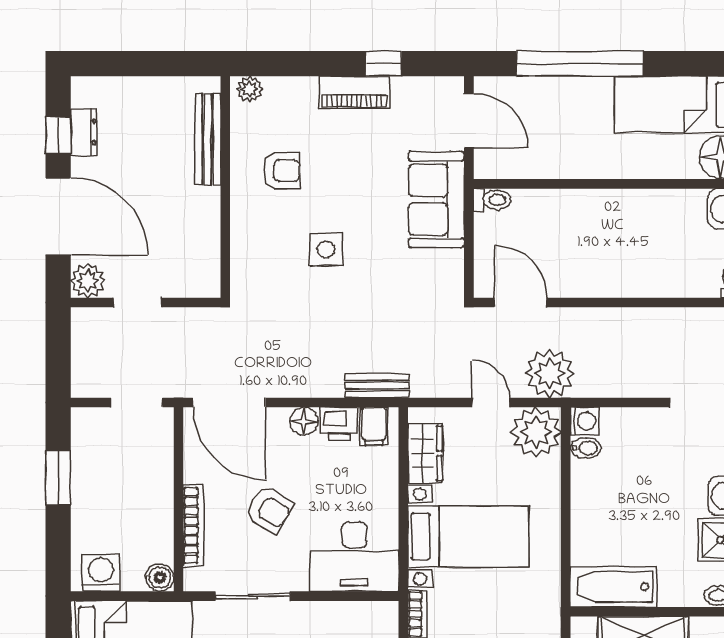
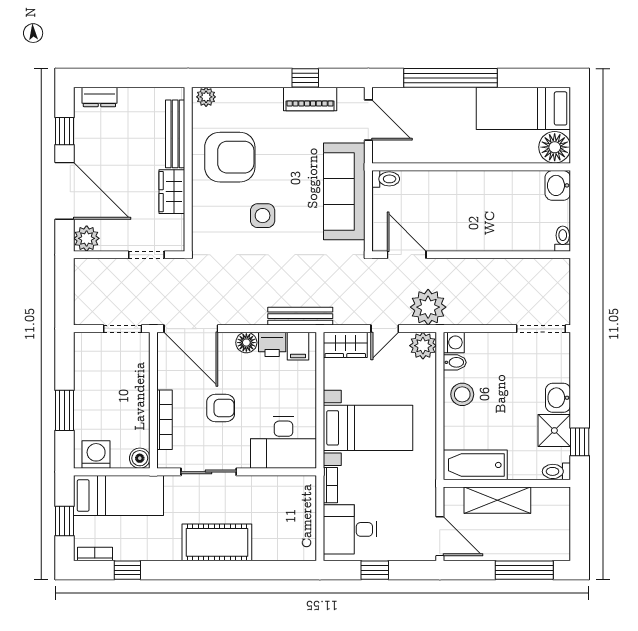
piano: (354, 92) -> (310, 99), moved
dresser: (84, 132) -> (99, 97), moved, turned 90
armchair: (282, 171) -> (230, 157), width x1.88, depth x1.88
sofa: (436, 200) -> (344, 191), width x1.36
wardrobe: (203, 217) -> (172, 192), added
doorway: (138, 303) -> (146, 255), moved
bench: (377, 386) -> (300, 316), width x1.36
door: (491, 402) -> (385, 329), swing flipped
plant: (536, 432) -> (423, 346), width x0.73, depth x0.73
wardrobe: (425, 453) -> (345, 345), moved, turned 90
window: (58, 478) -> (64, 410), moved
stool: (596, 491) -> (462, 394), added
armchair: (269, 510) -> (221, 408), turned -31

